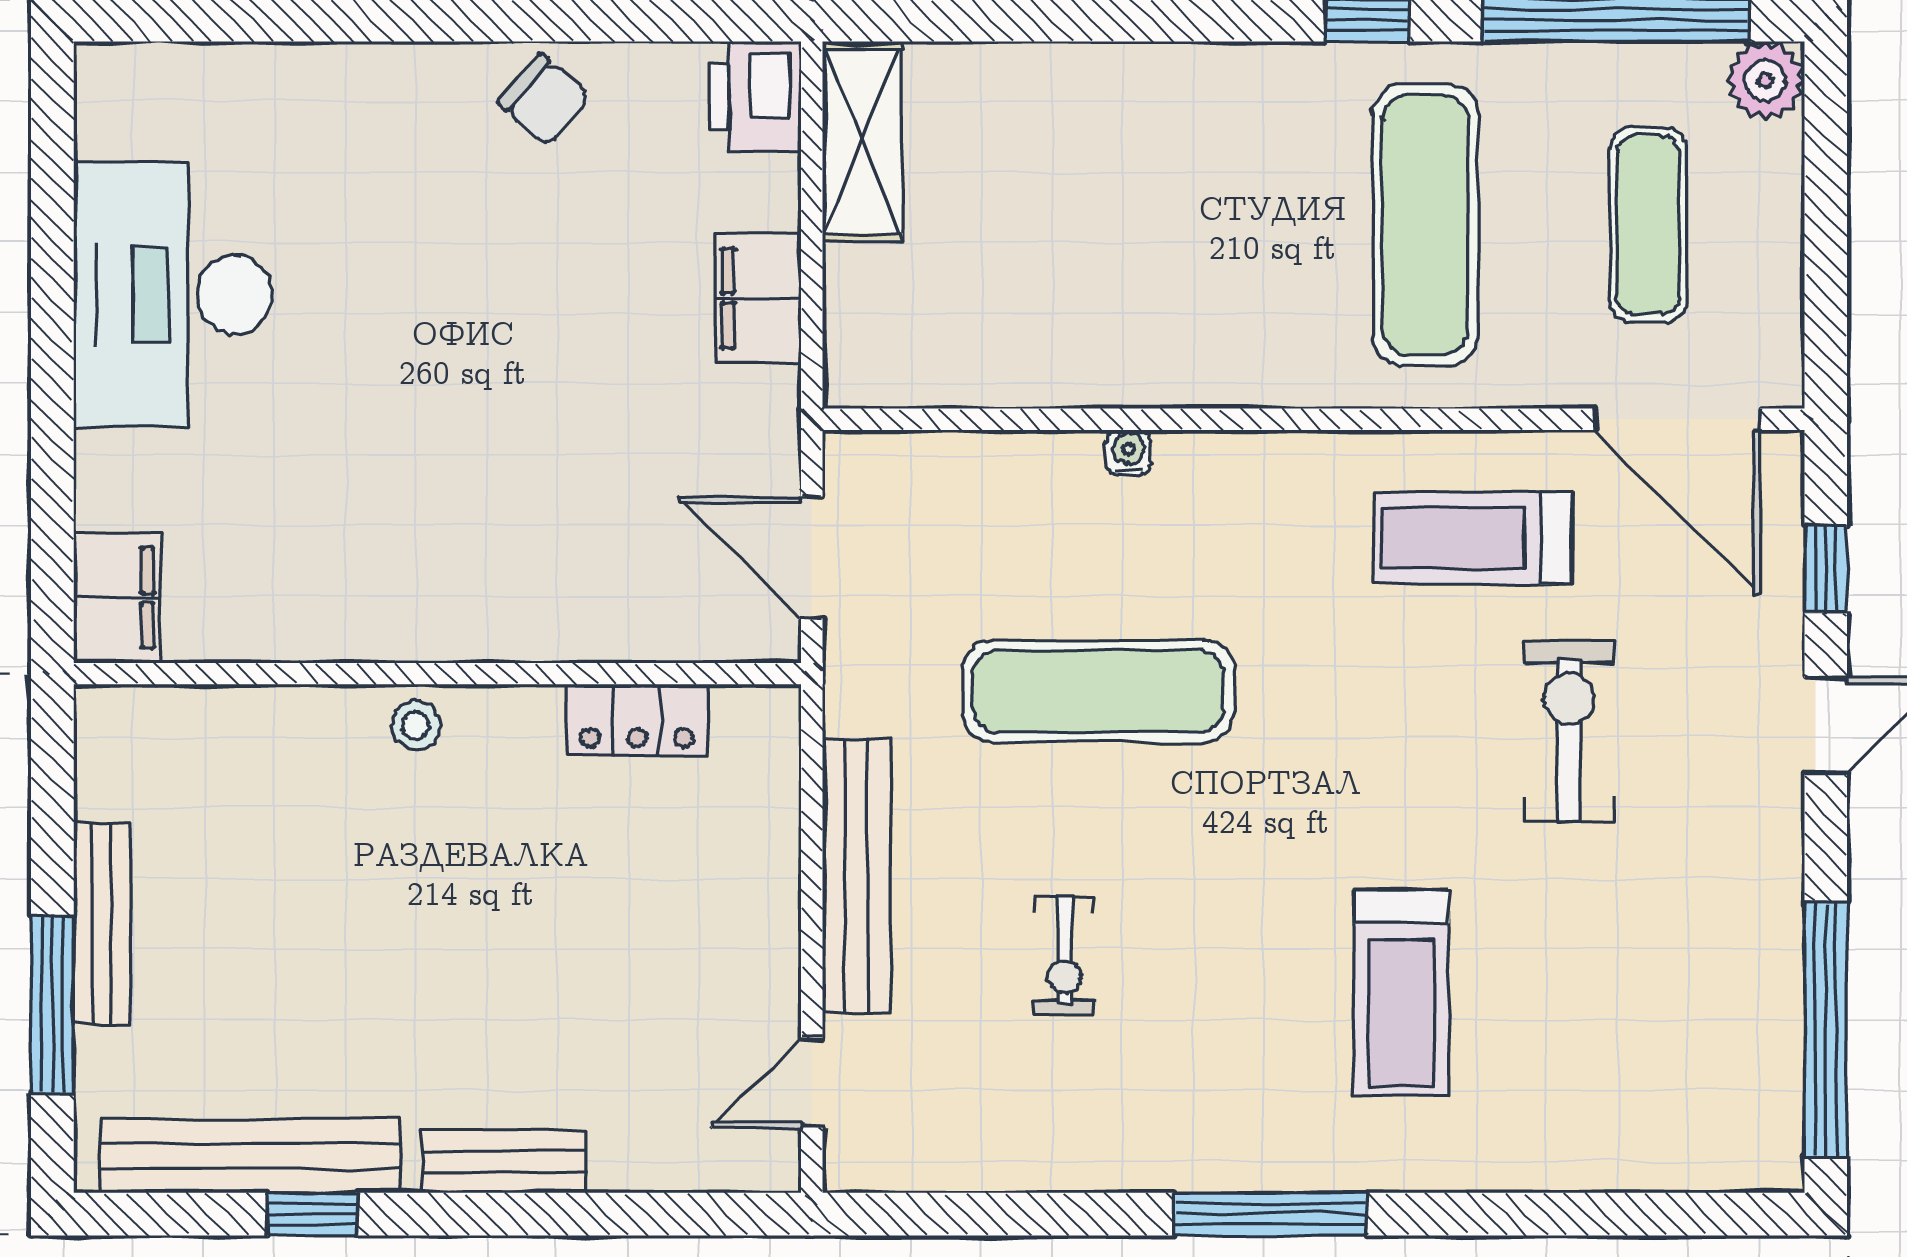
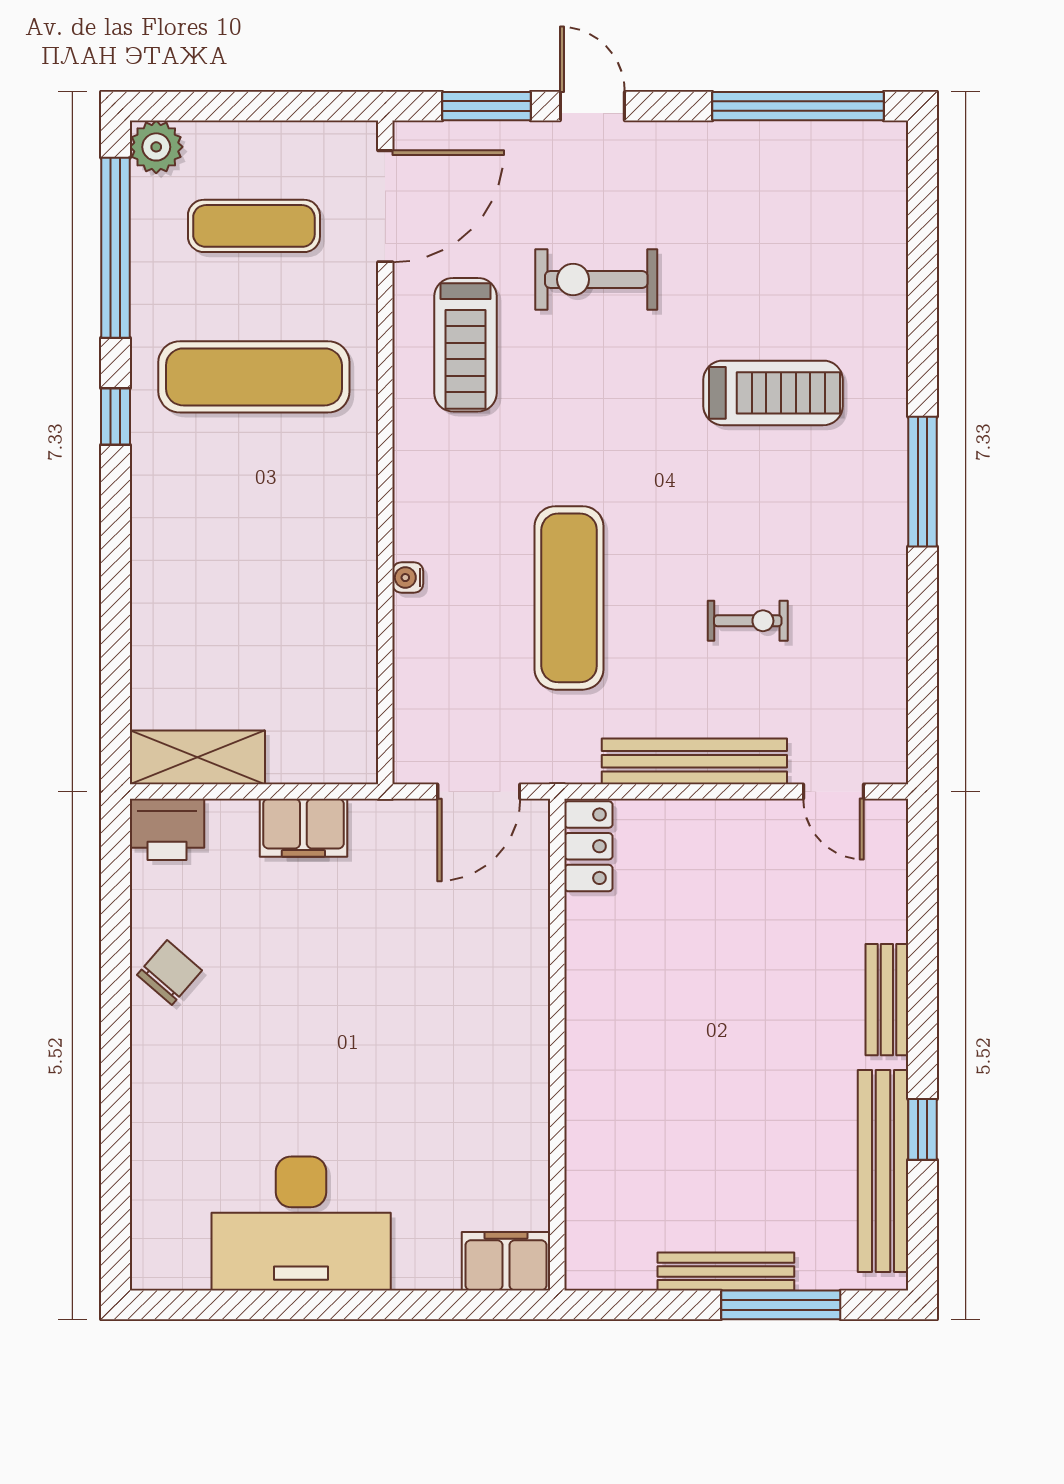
window: (1826, 569) -> (487, 106), width x1.50
locker: (637, 720) -> (588, 846), moved
stool: (416, 725) -> (592, 1059), removed

